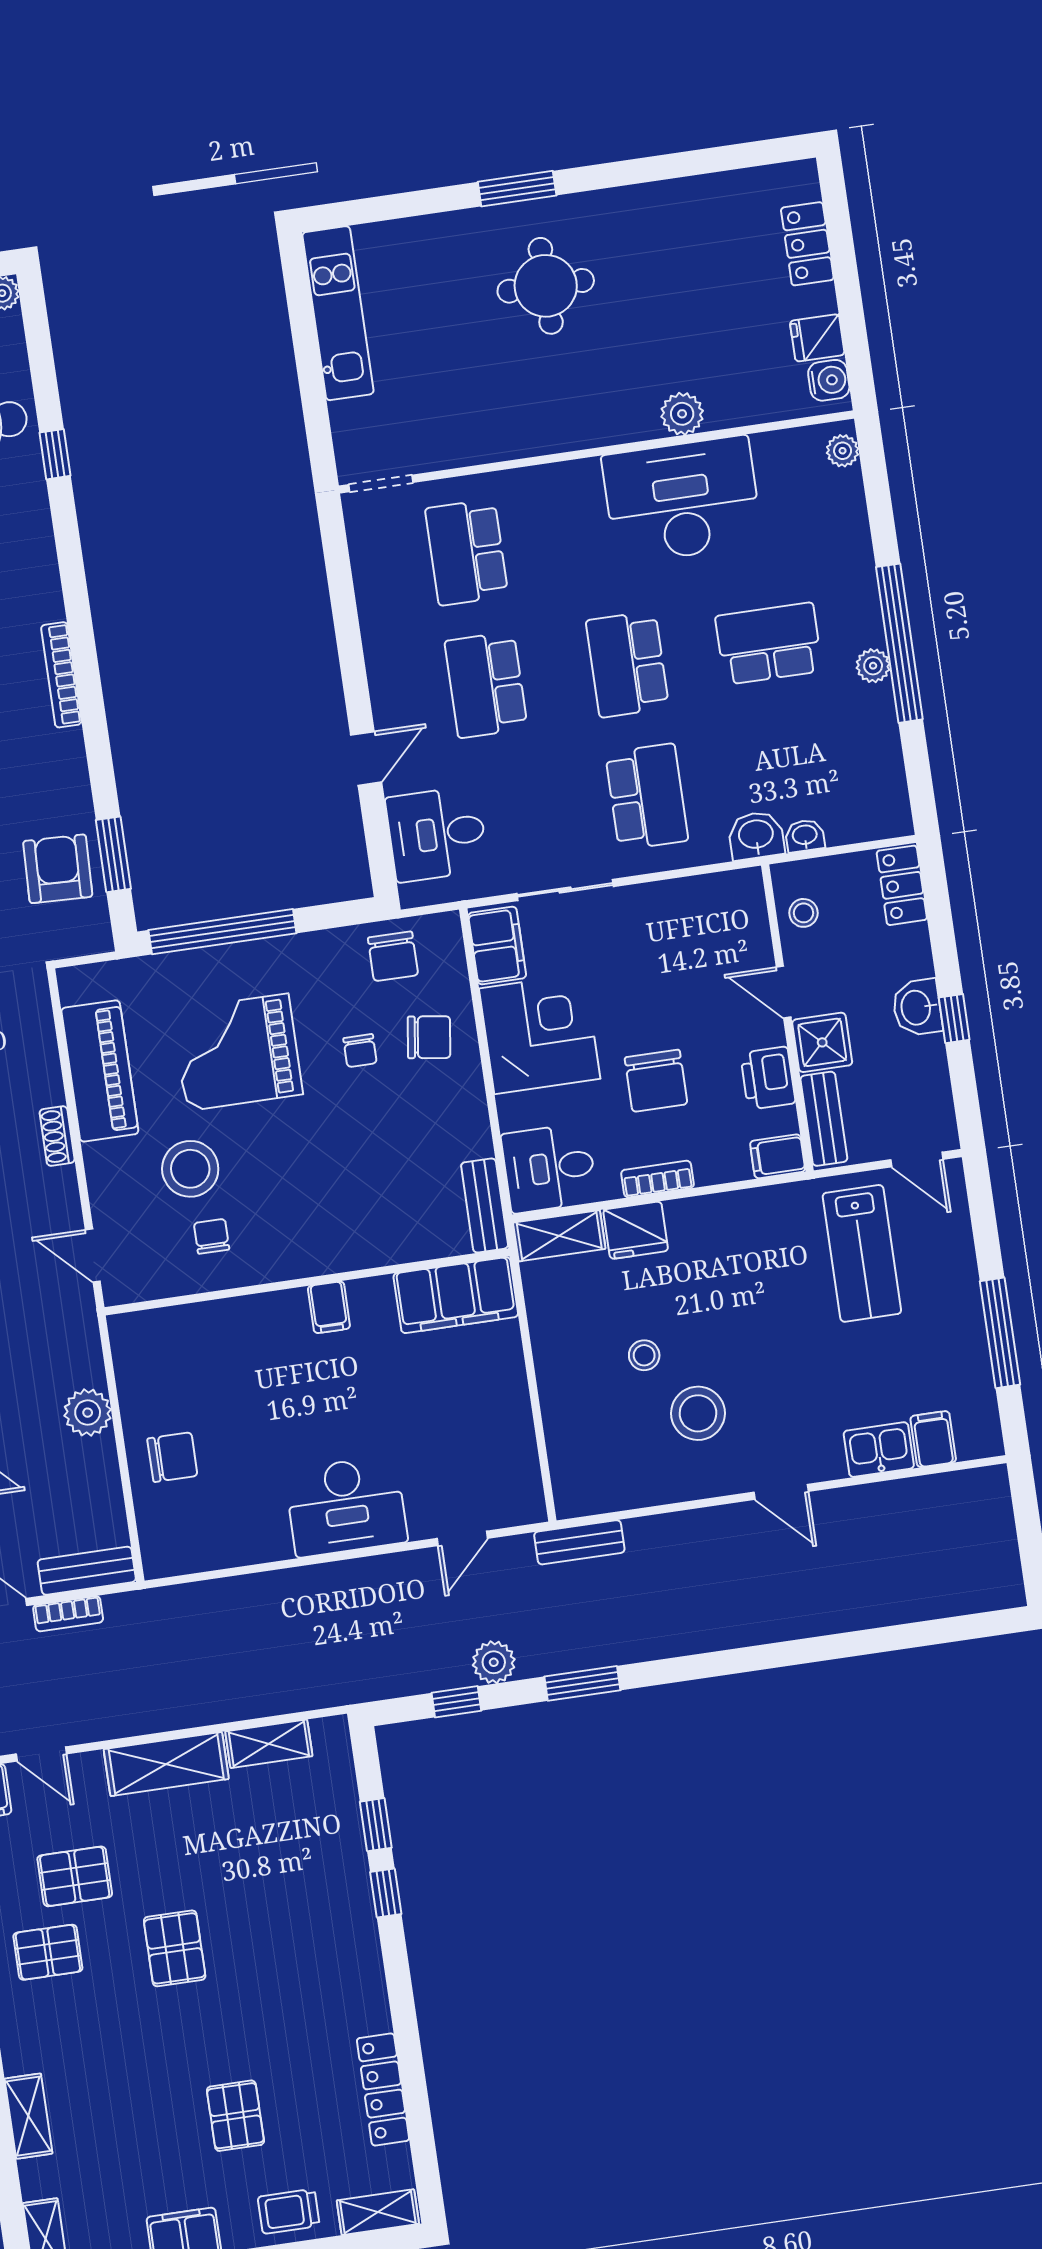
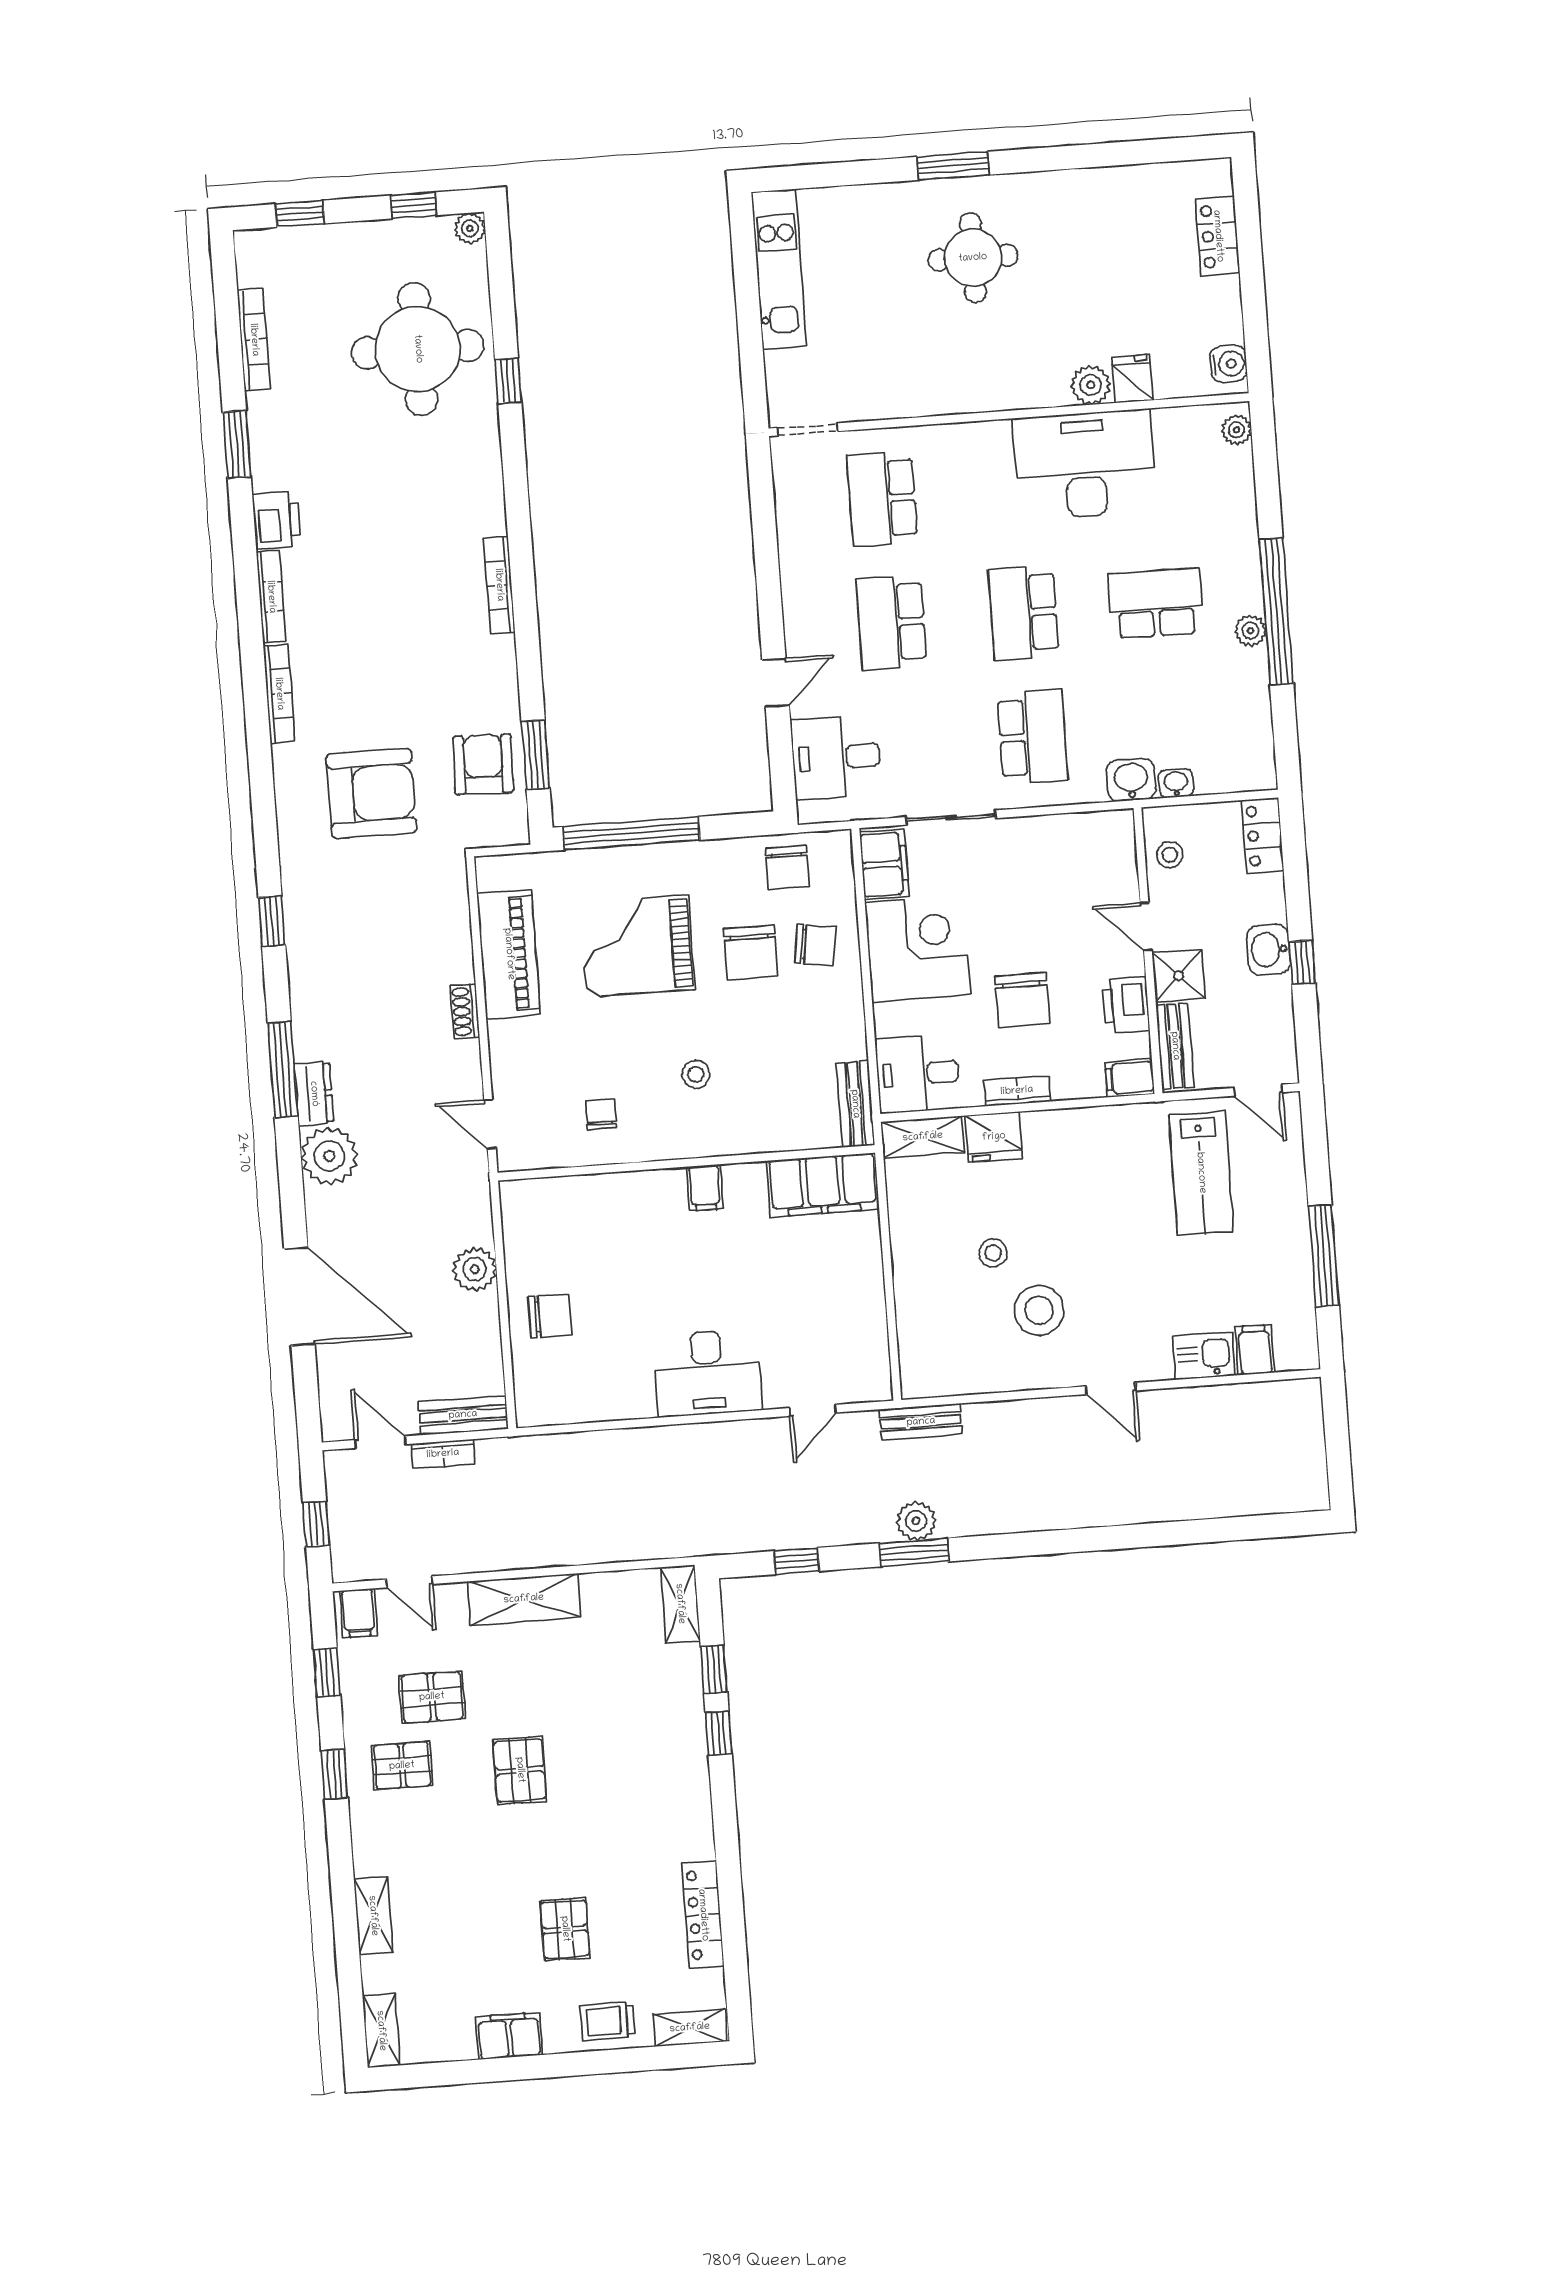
fridge: (817, 338) -> (1132, 379), moved, turned 90
chair: (360, 1051) -> (751, 953), width x1.87, depth x1.87
stool: (190, 1169) -> (696, 1074), moved, width x0.53, depth x0.53
plant: (494, 1662) -> (916, 1521), moved
shelving: (269, 1744) -> (680, 1604), moved, turned 90

